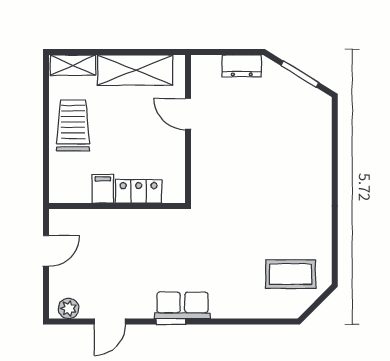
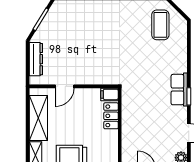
dresser: (242, 66) -> (36, 59), width x1.44
filing cabinet: (103, 189) -> (109, 94), moved

